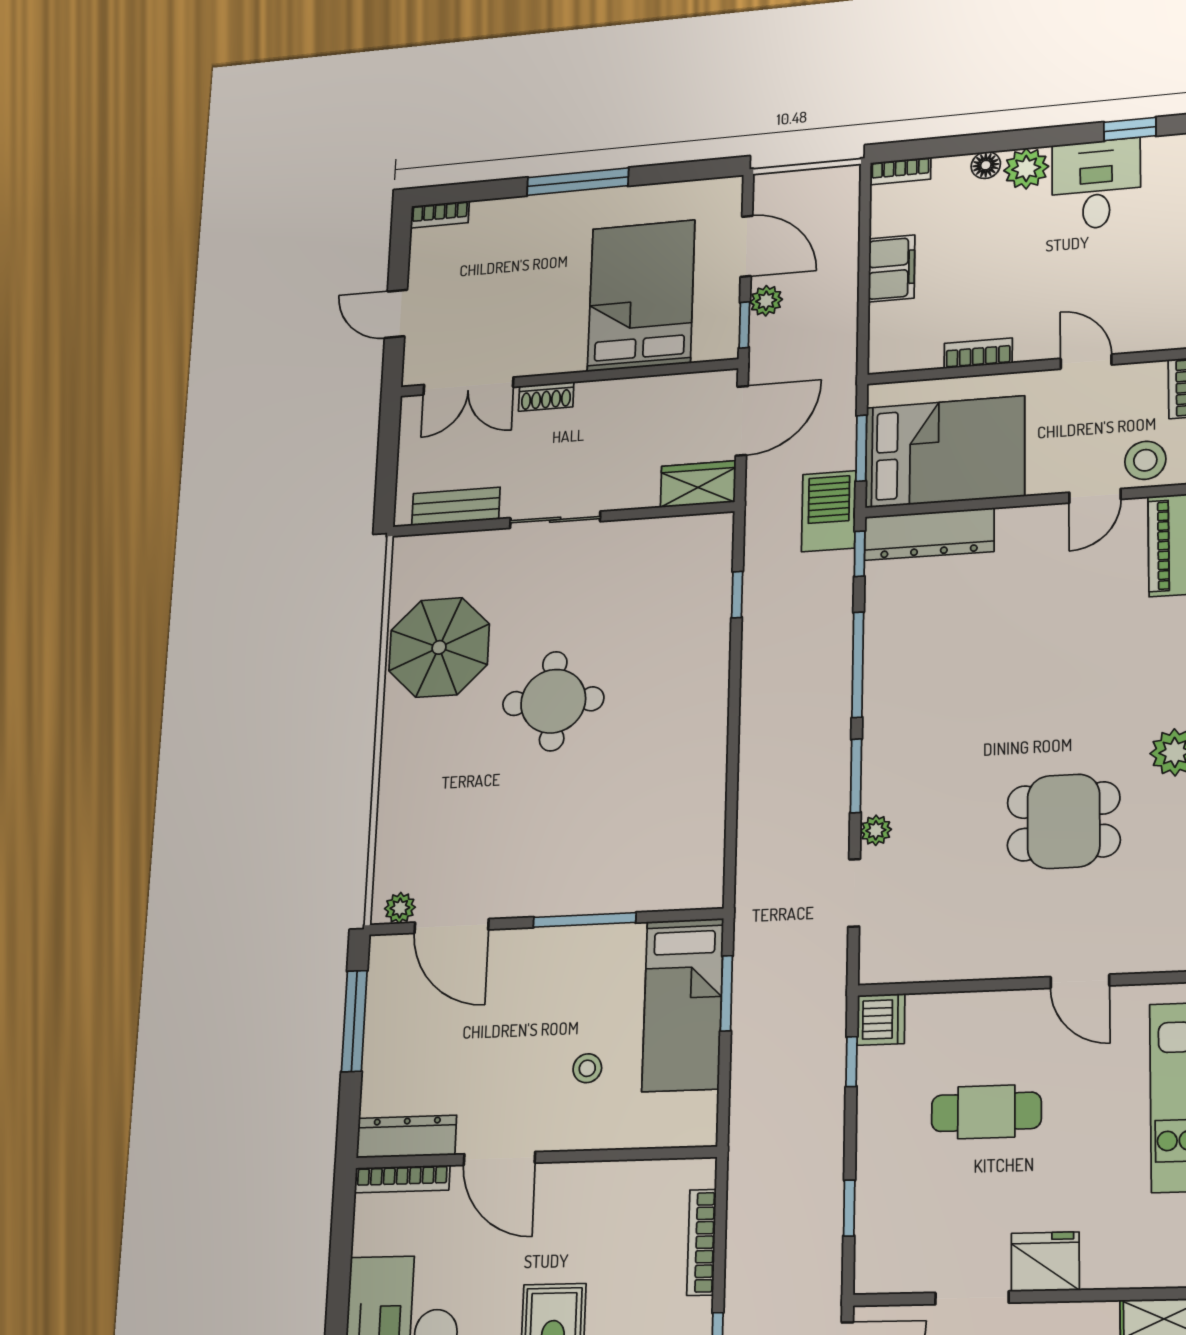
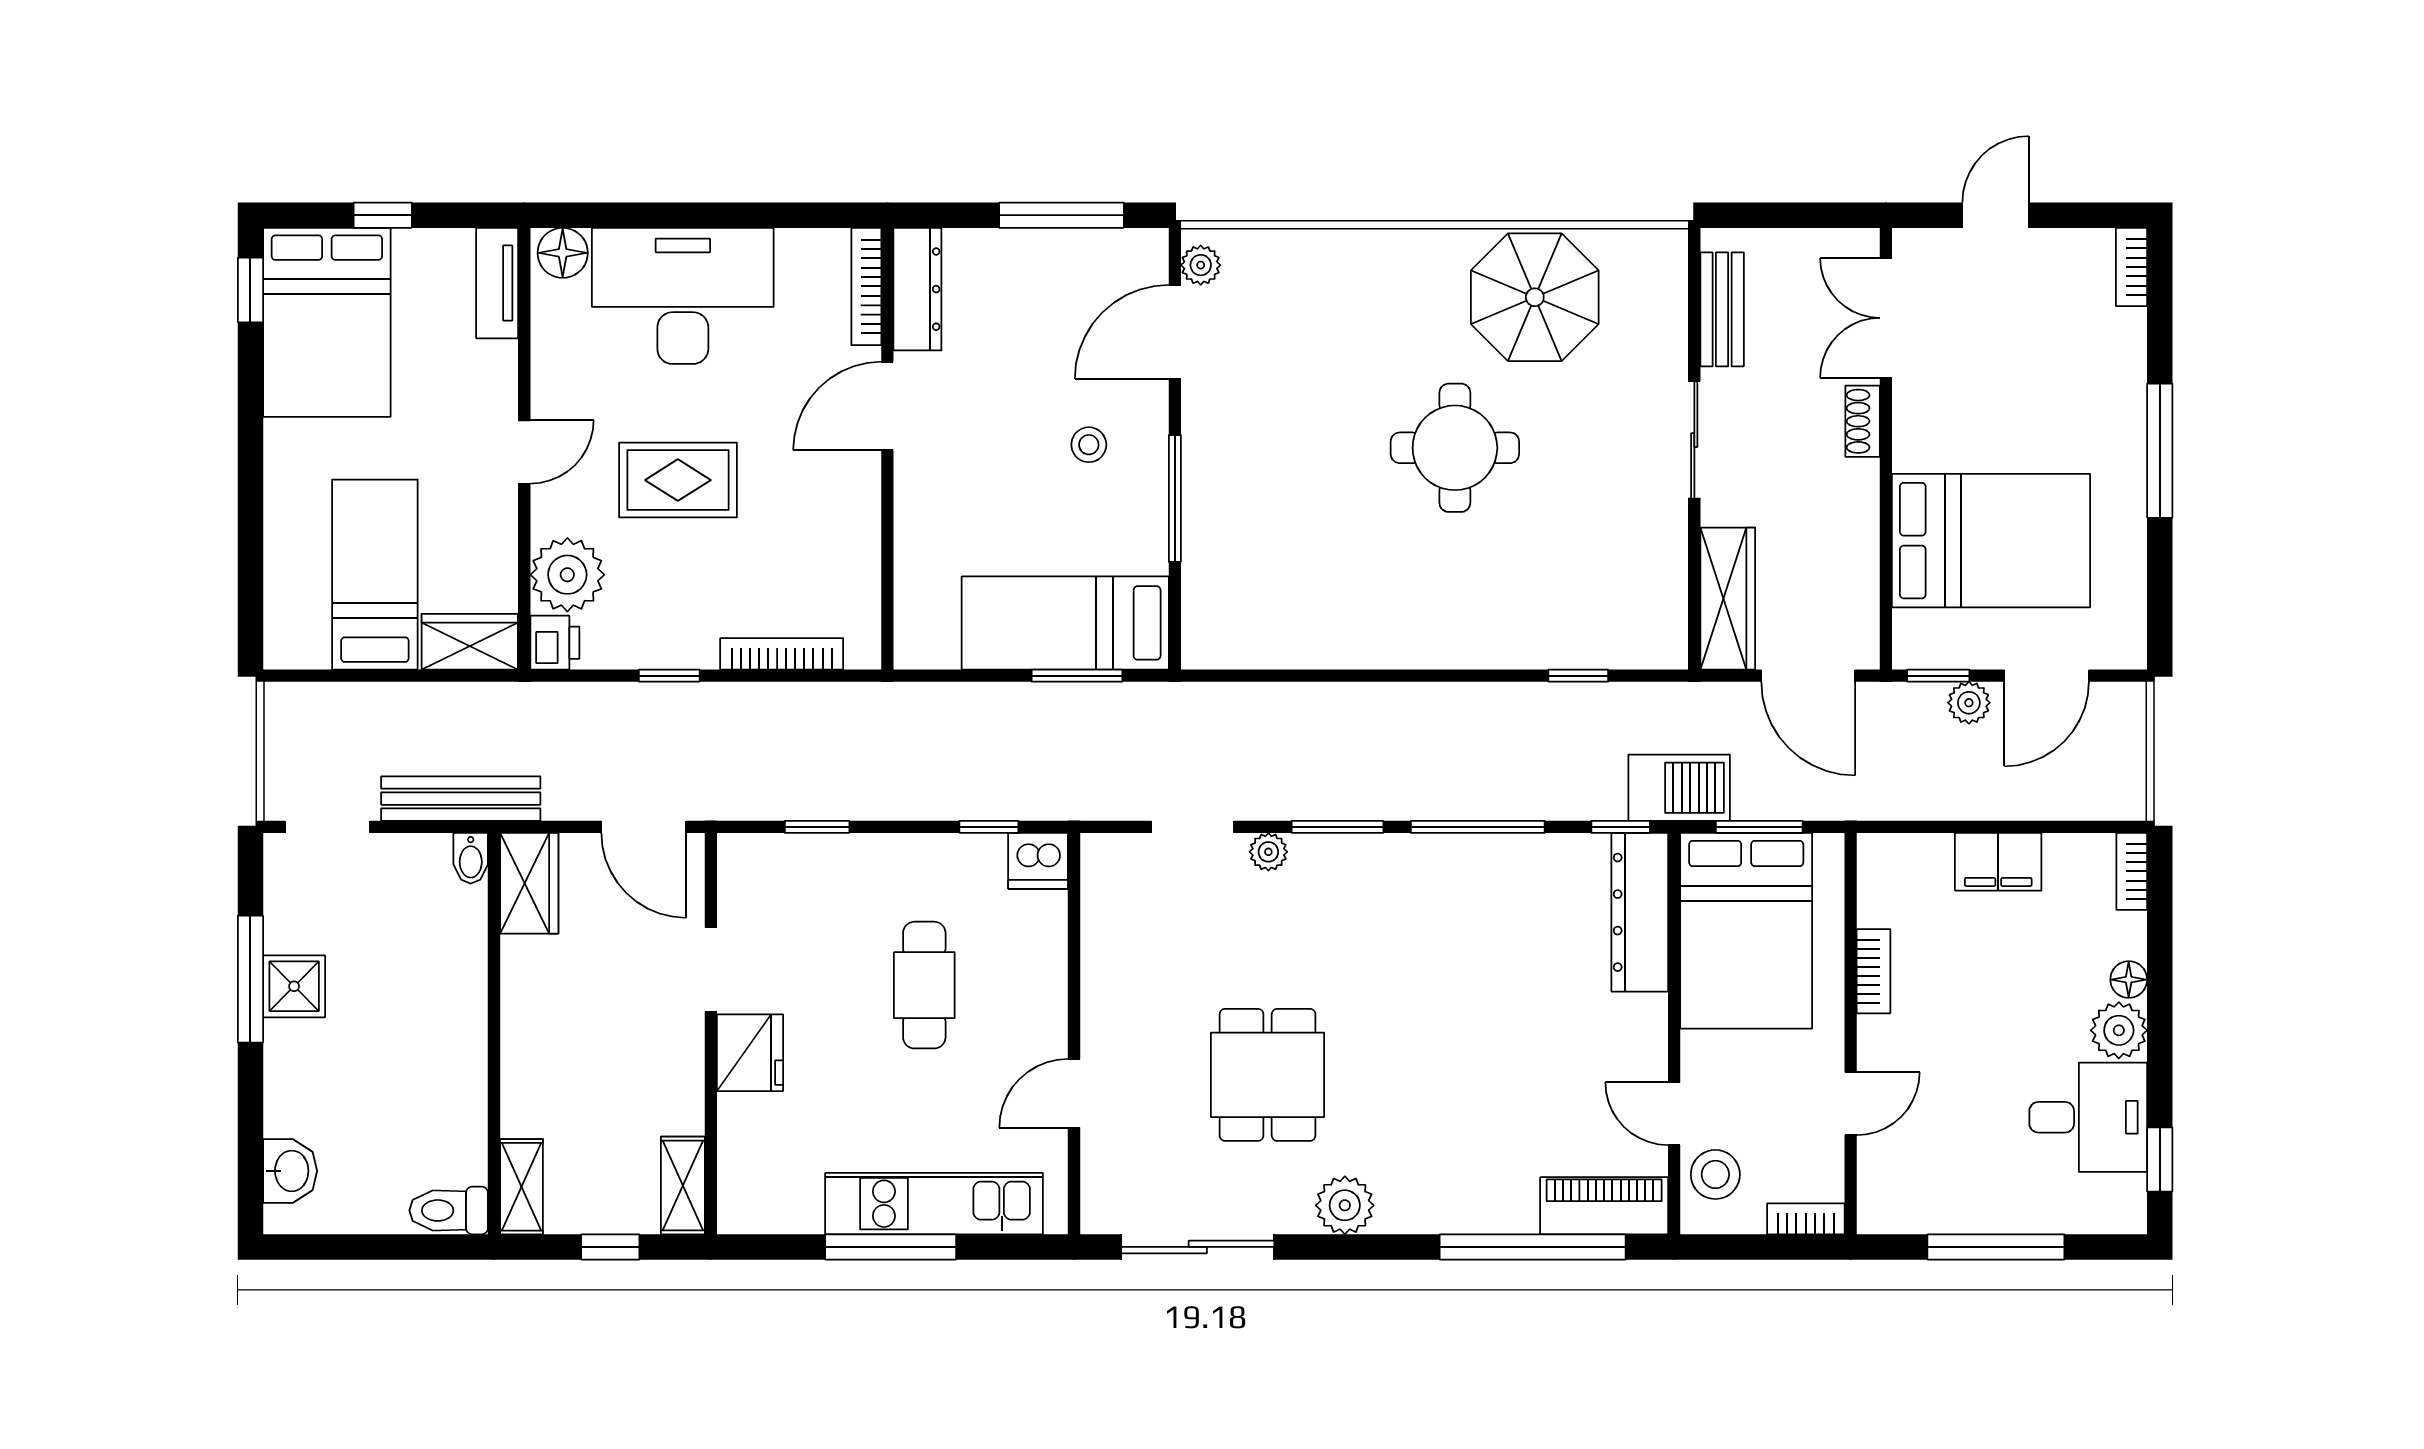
wardrobe: (698, 484) -> (1728, 599), width x1.50
stool: (587, 1068) -> (1089, 445), moved

